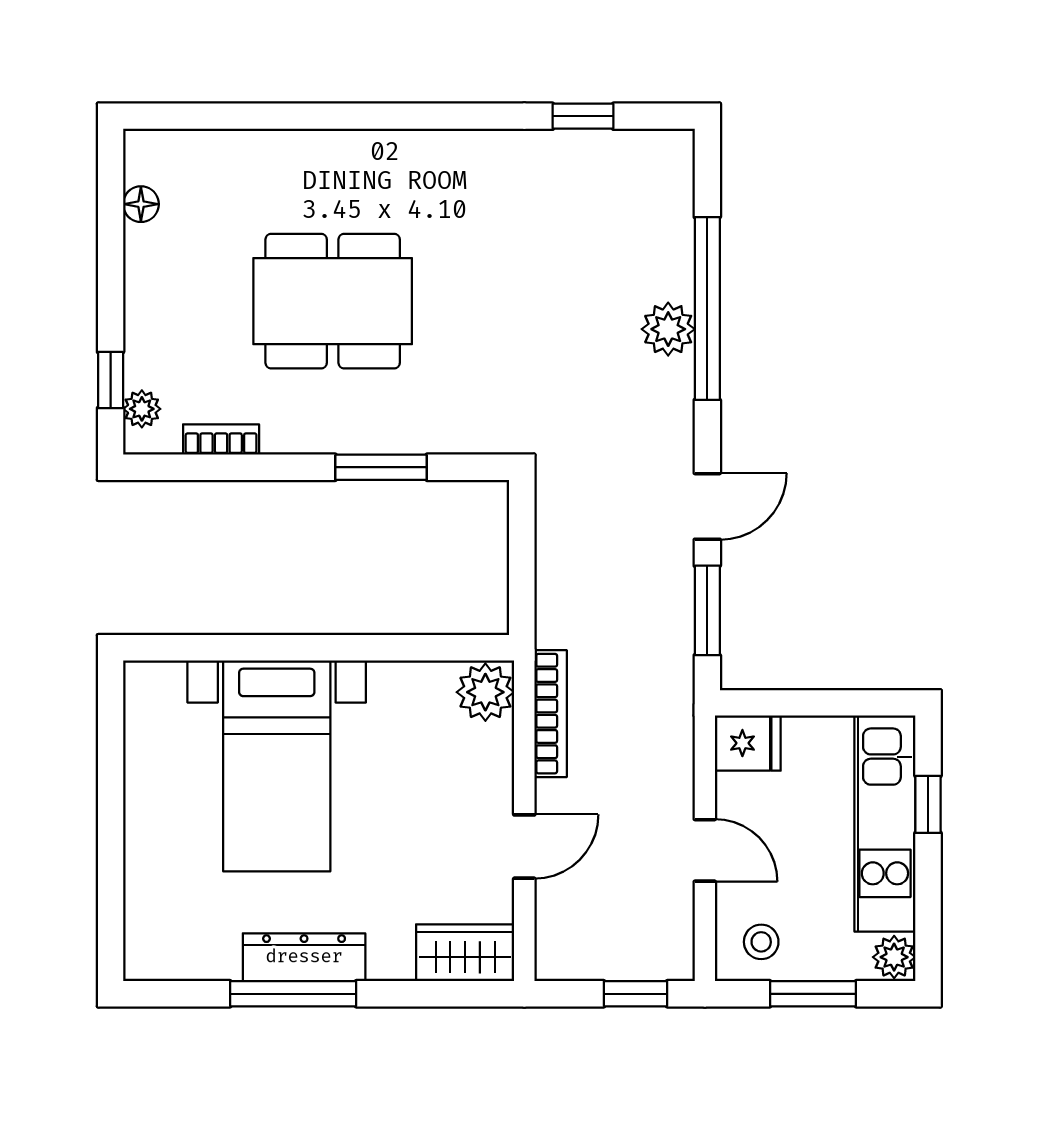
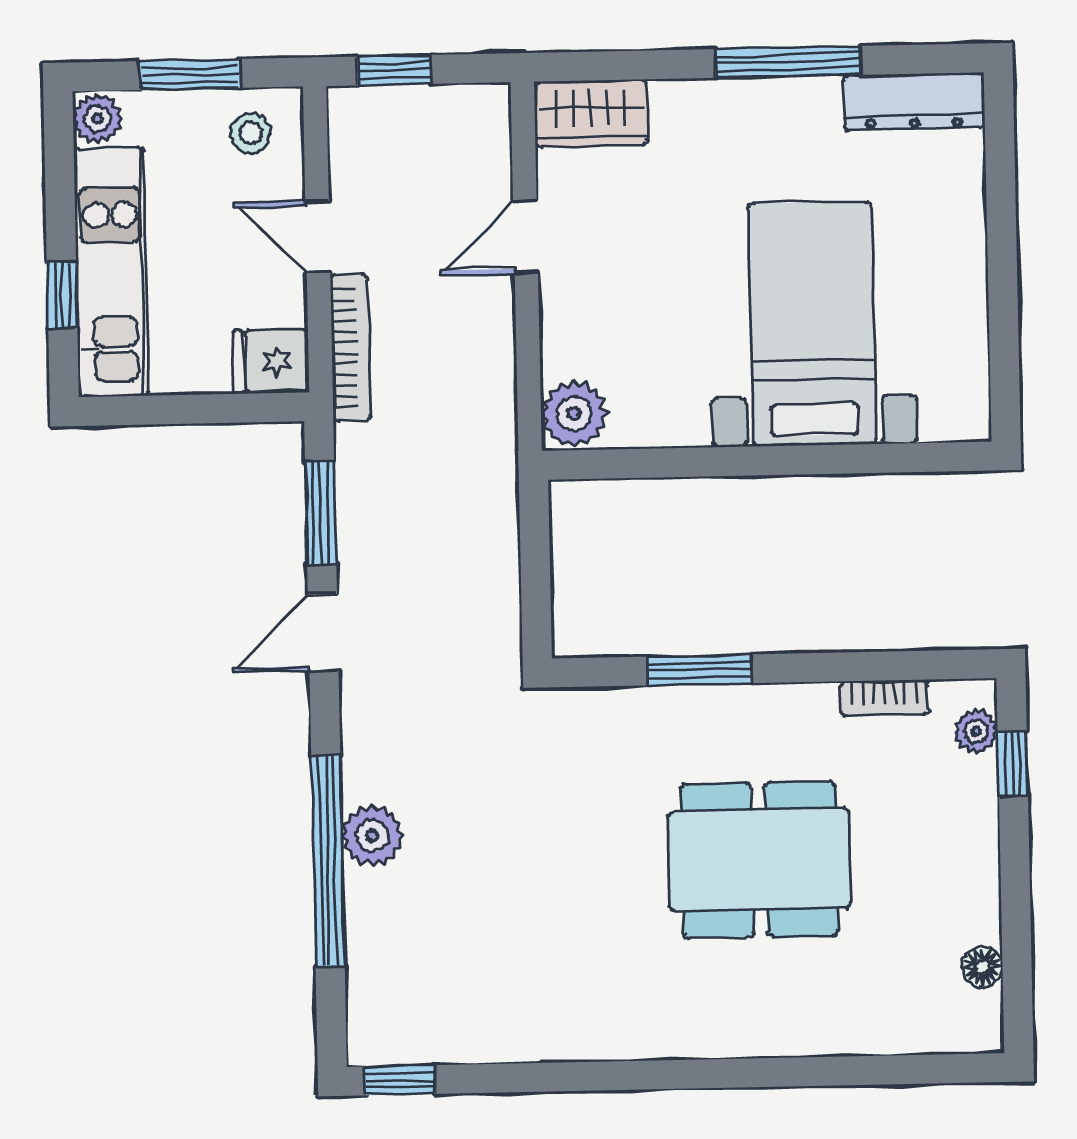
window: (583, 116) -> (400, 1080), moved
bookcase: (551, 714) -> (350, 348), moved, turned 180
dresser: (304, 957) -> (914, 101), moved

